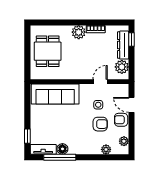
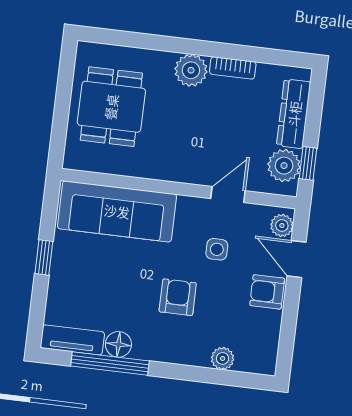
window: (132, 39) -> (308, 163), moved
armchair: (100, 124) -> (178, 297), moved, turned -90
window: (27, 136) -> (44, 257), moved
plant: (124, 141) -> (282, 226), moved

